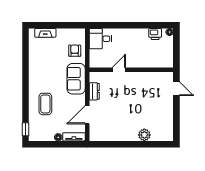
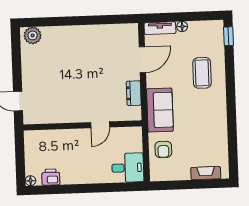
plant: (144, 135) -> (33, 35), moved

